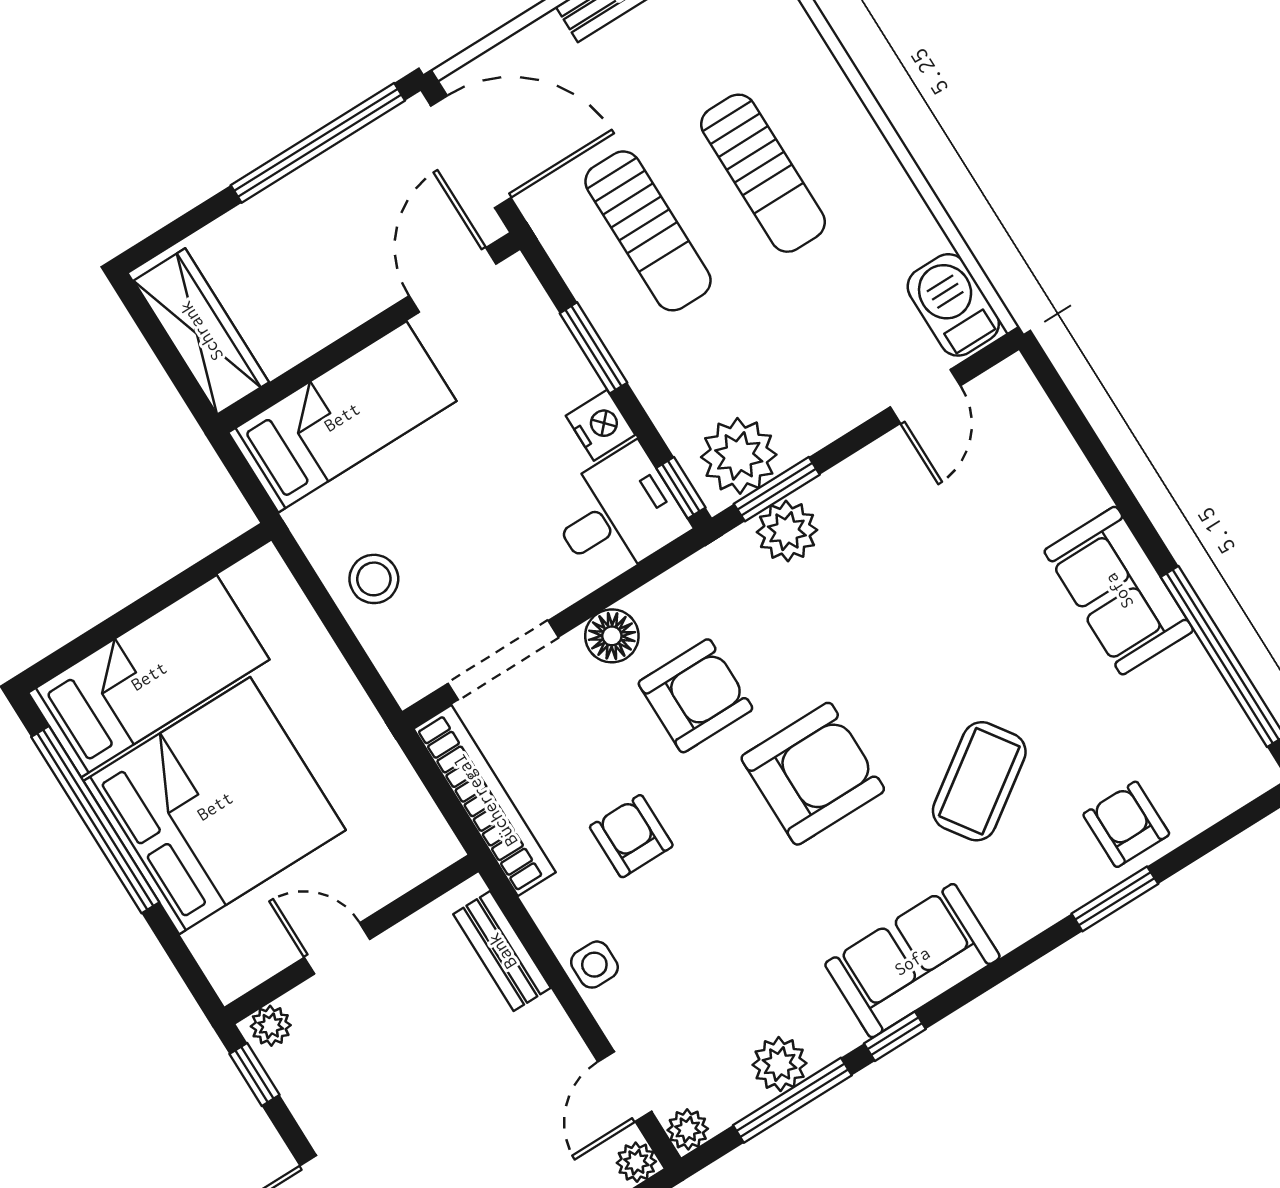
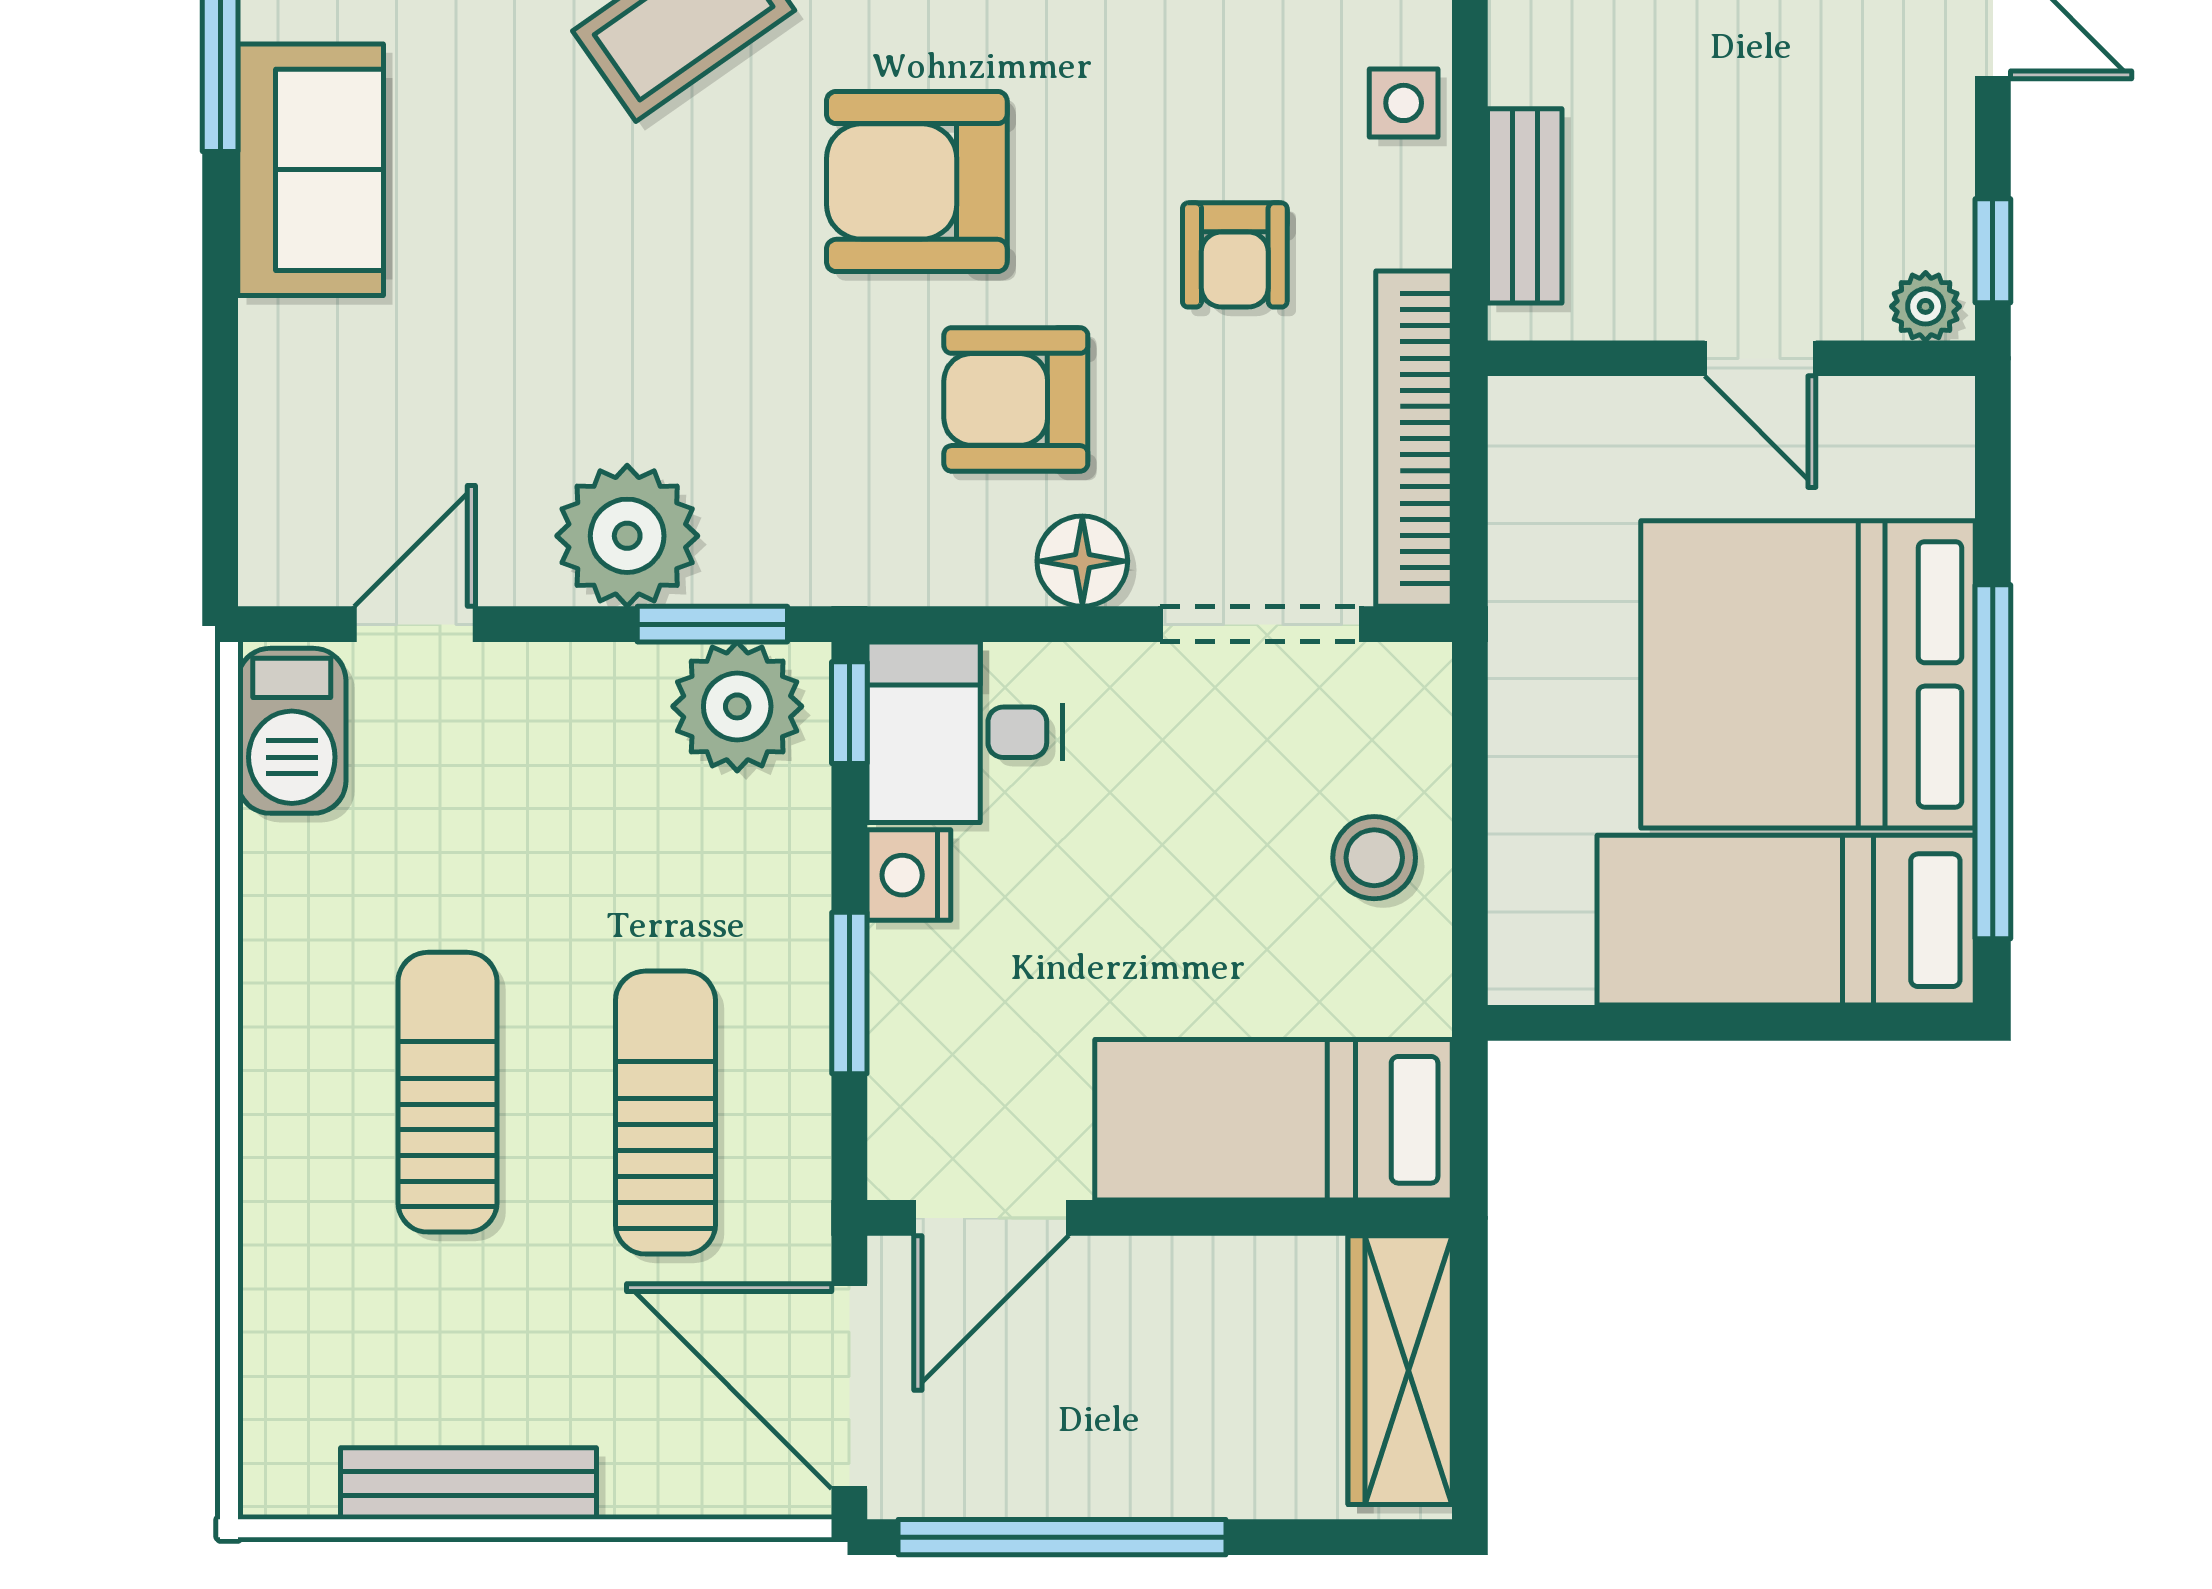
plant: (787, 531) -> (627, 536), moved, width x1.36, depth x1.36

